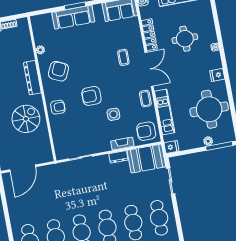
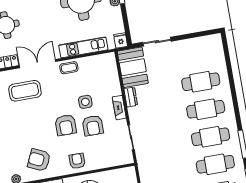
coffee table: (123, 57) -> (25, 91), width x1.86, depth x1.72
armchair: (146, 131) -> (93, 126), moved
fireplace: (122, 144) -> (119, 108), moved
cafe table: (159, 218) -> (196, 54), removed

